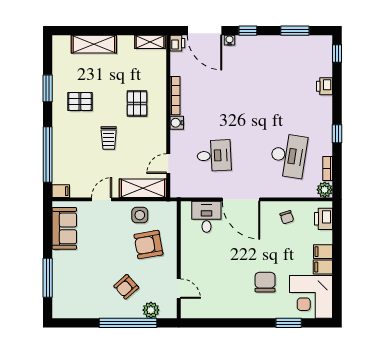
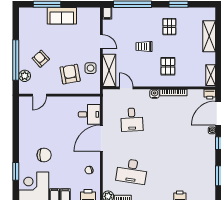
pallet: (137, 104) -> (168, 66), turned 90
sofa: (64, 228) -> (62, 16), moved

